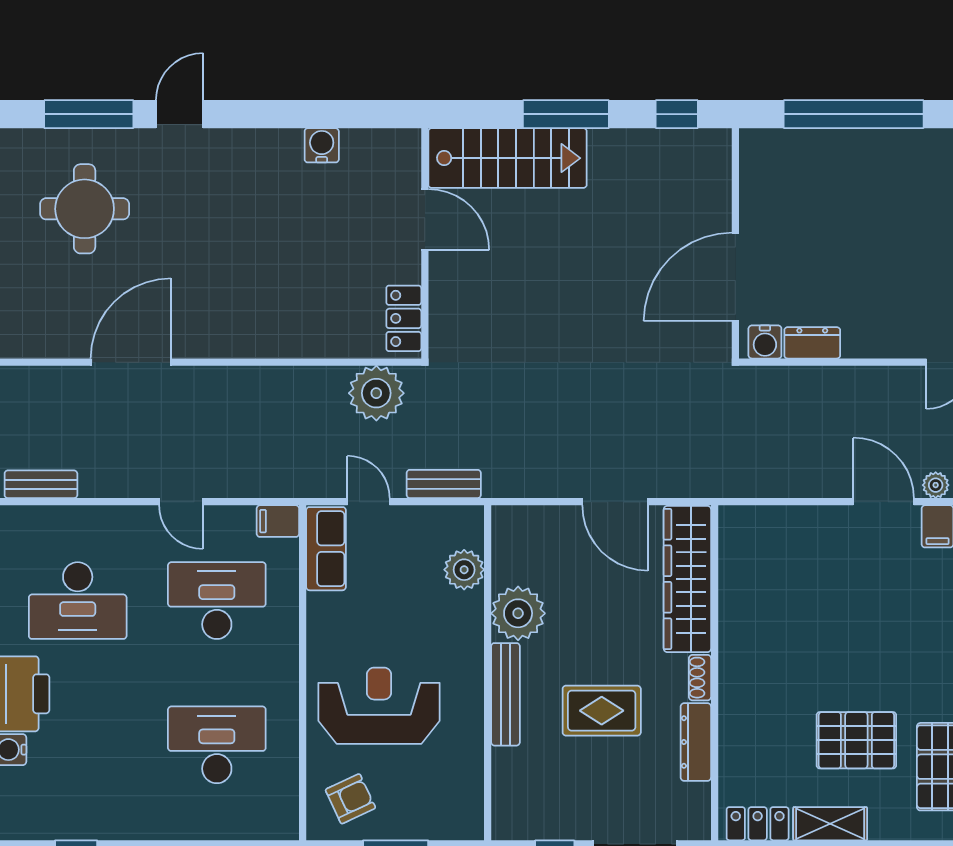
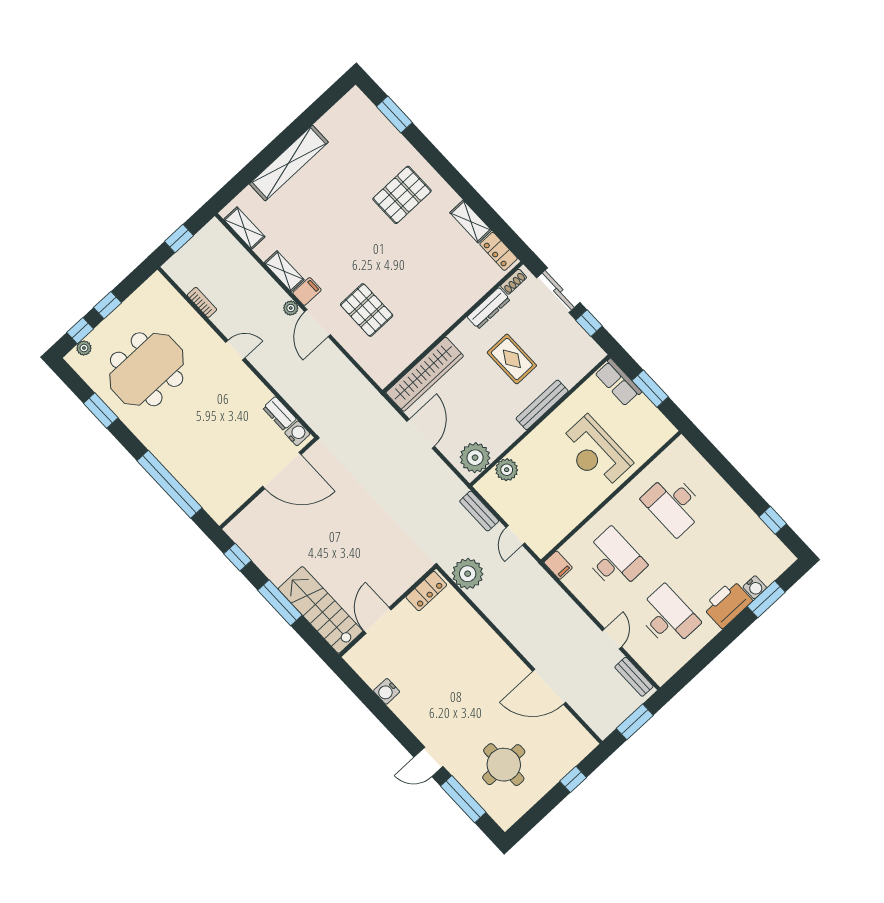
door: (181, 502) -> (612, 639), moved
row of seats: (326, 549) -> (618, 382), moved, turned -90
desk: (217, 601) -> (614, 560), turned 180
plant: (518, 613) -> (475, 458), moved
shoe rack: (700, 678) -> (514, 282), moved
pallet: (856, 740) -> (367, 310), moved
armchair: (350, 799) -> (645, 429), removed

